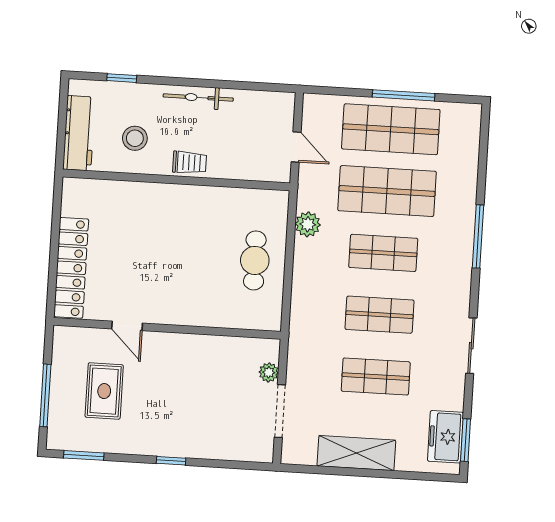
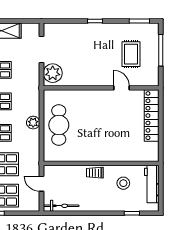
bicycle: (198, 97) -> (61, 206), moved
plant: (308, 224) -> (33, 123), moved
cafe table: (255, 260) -> (59, 125), width x1.37, depth x1.35
plant: (269, 372) -> (53, 73), width x1.87, depth x1.87

